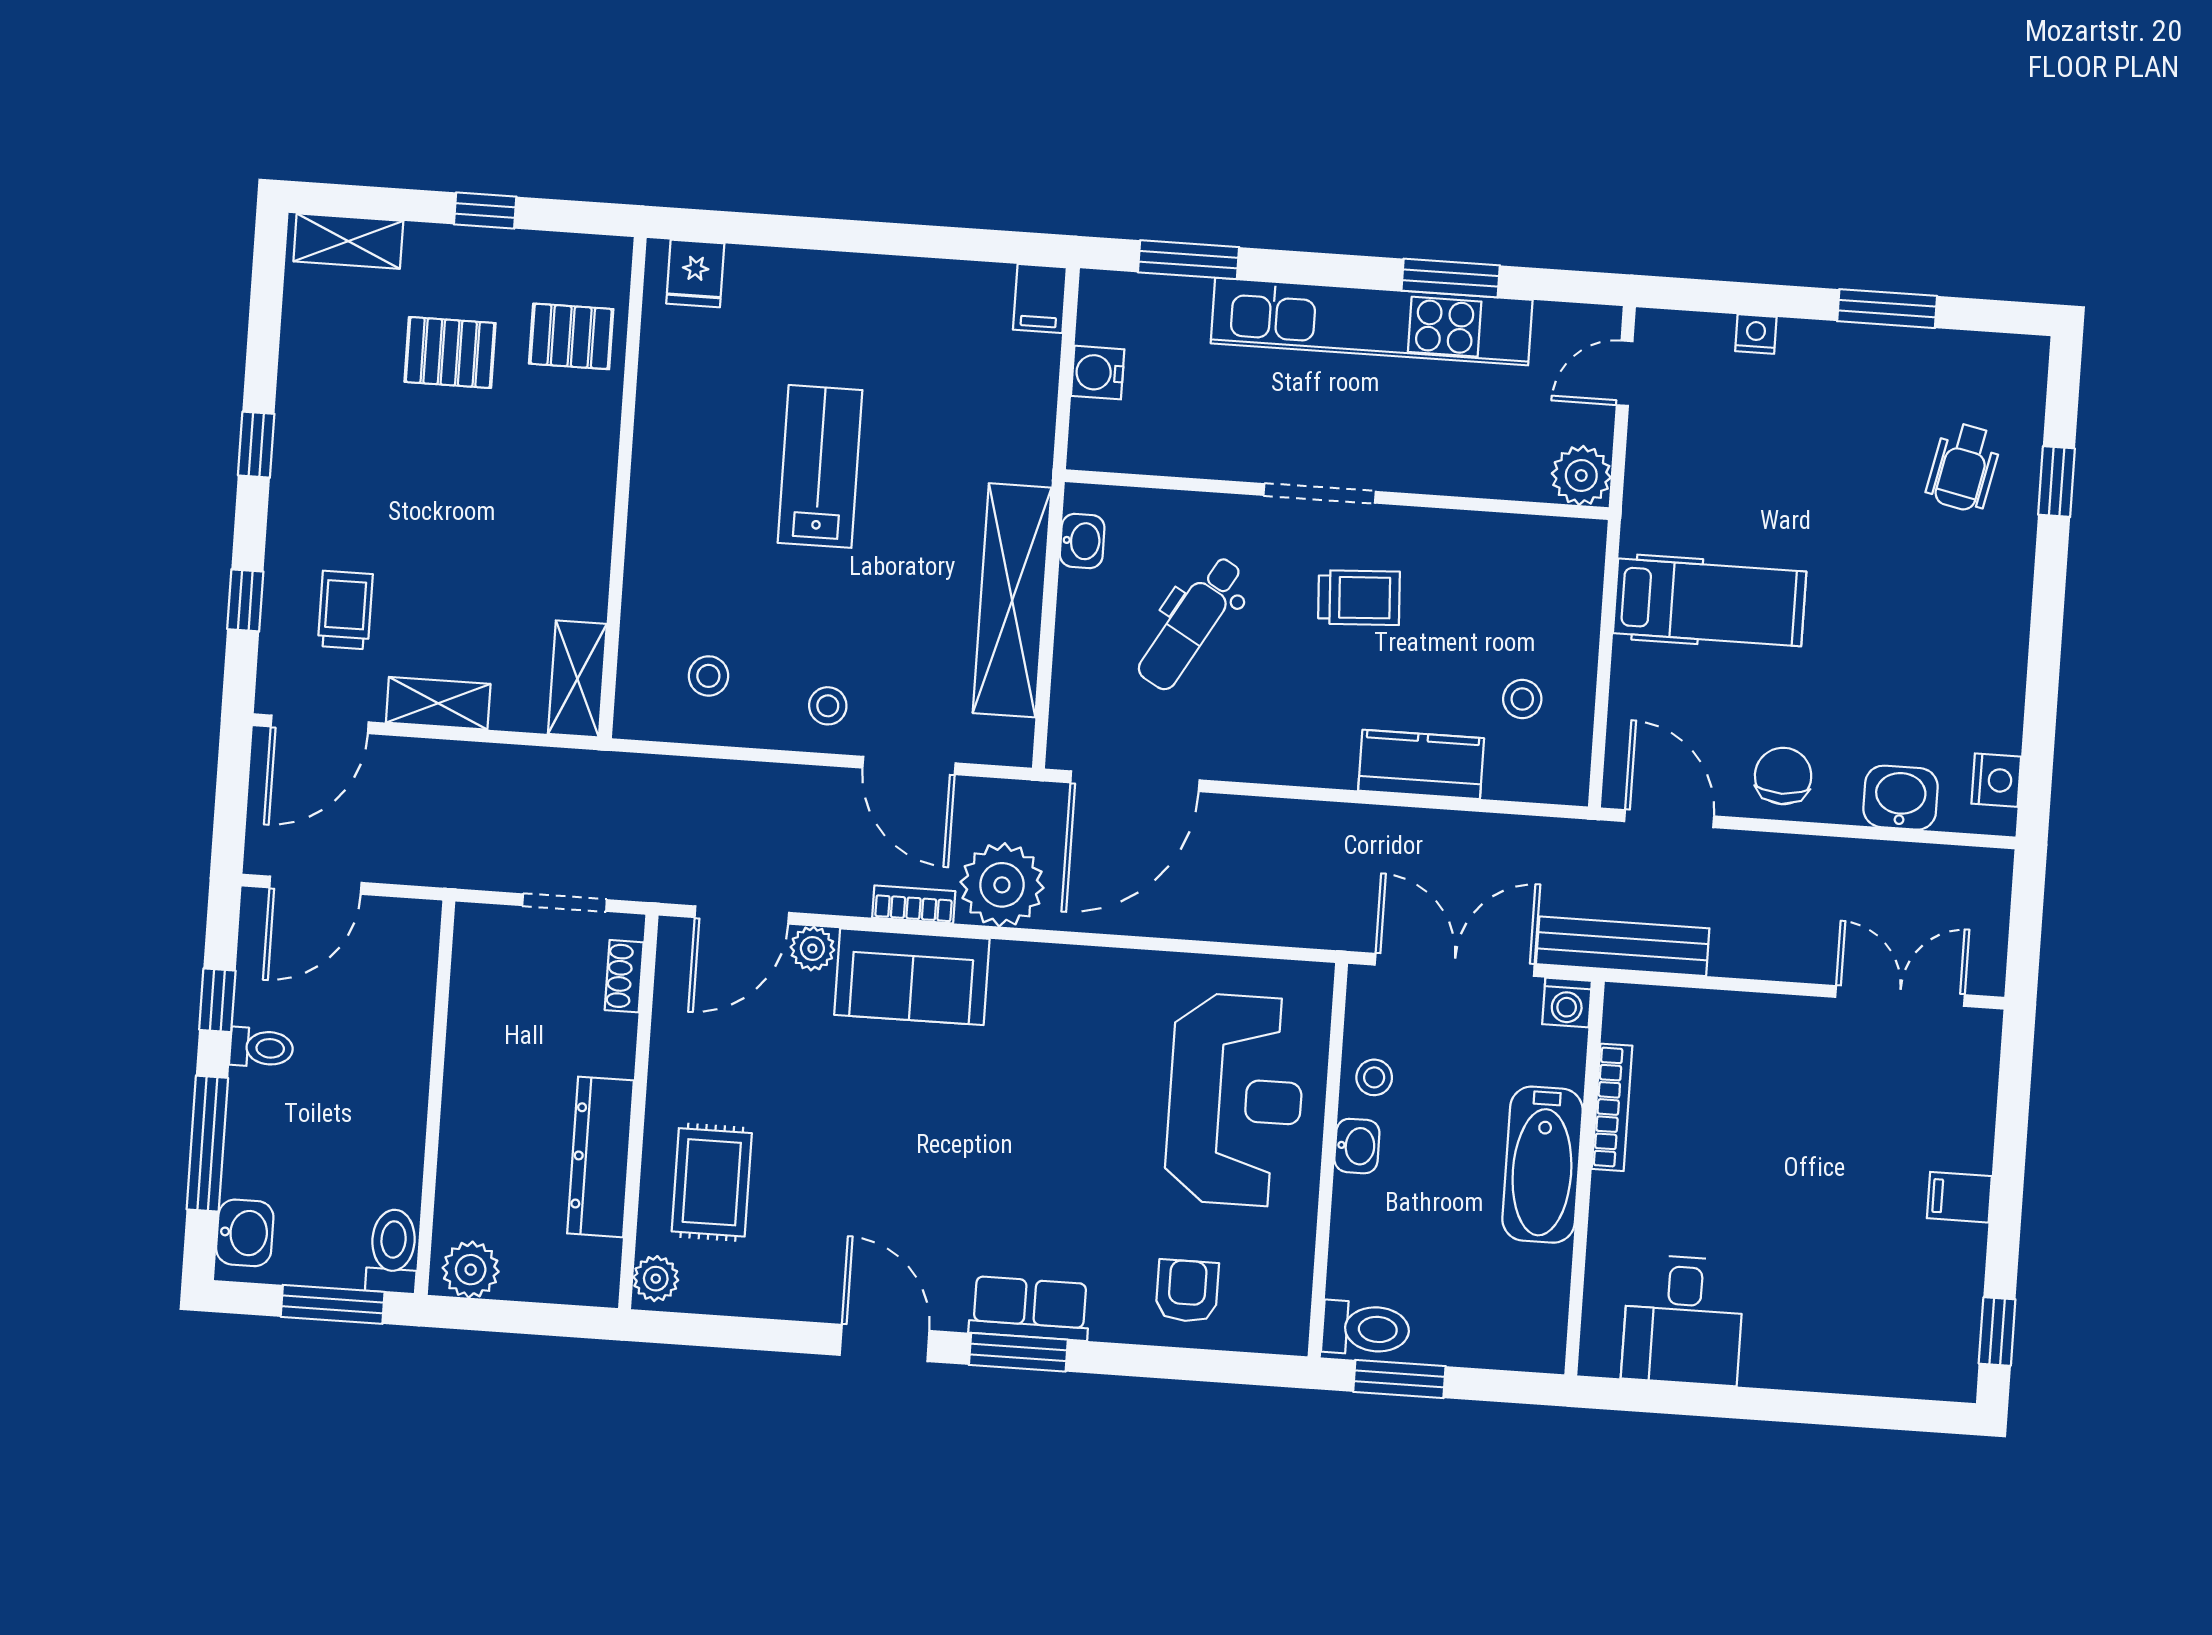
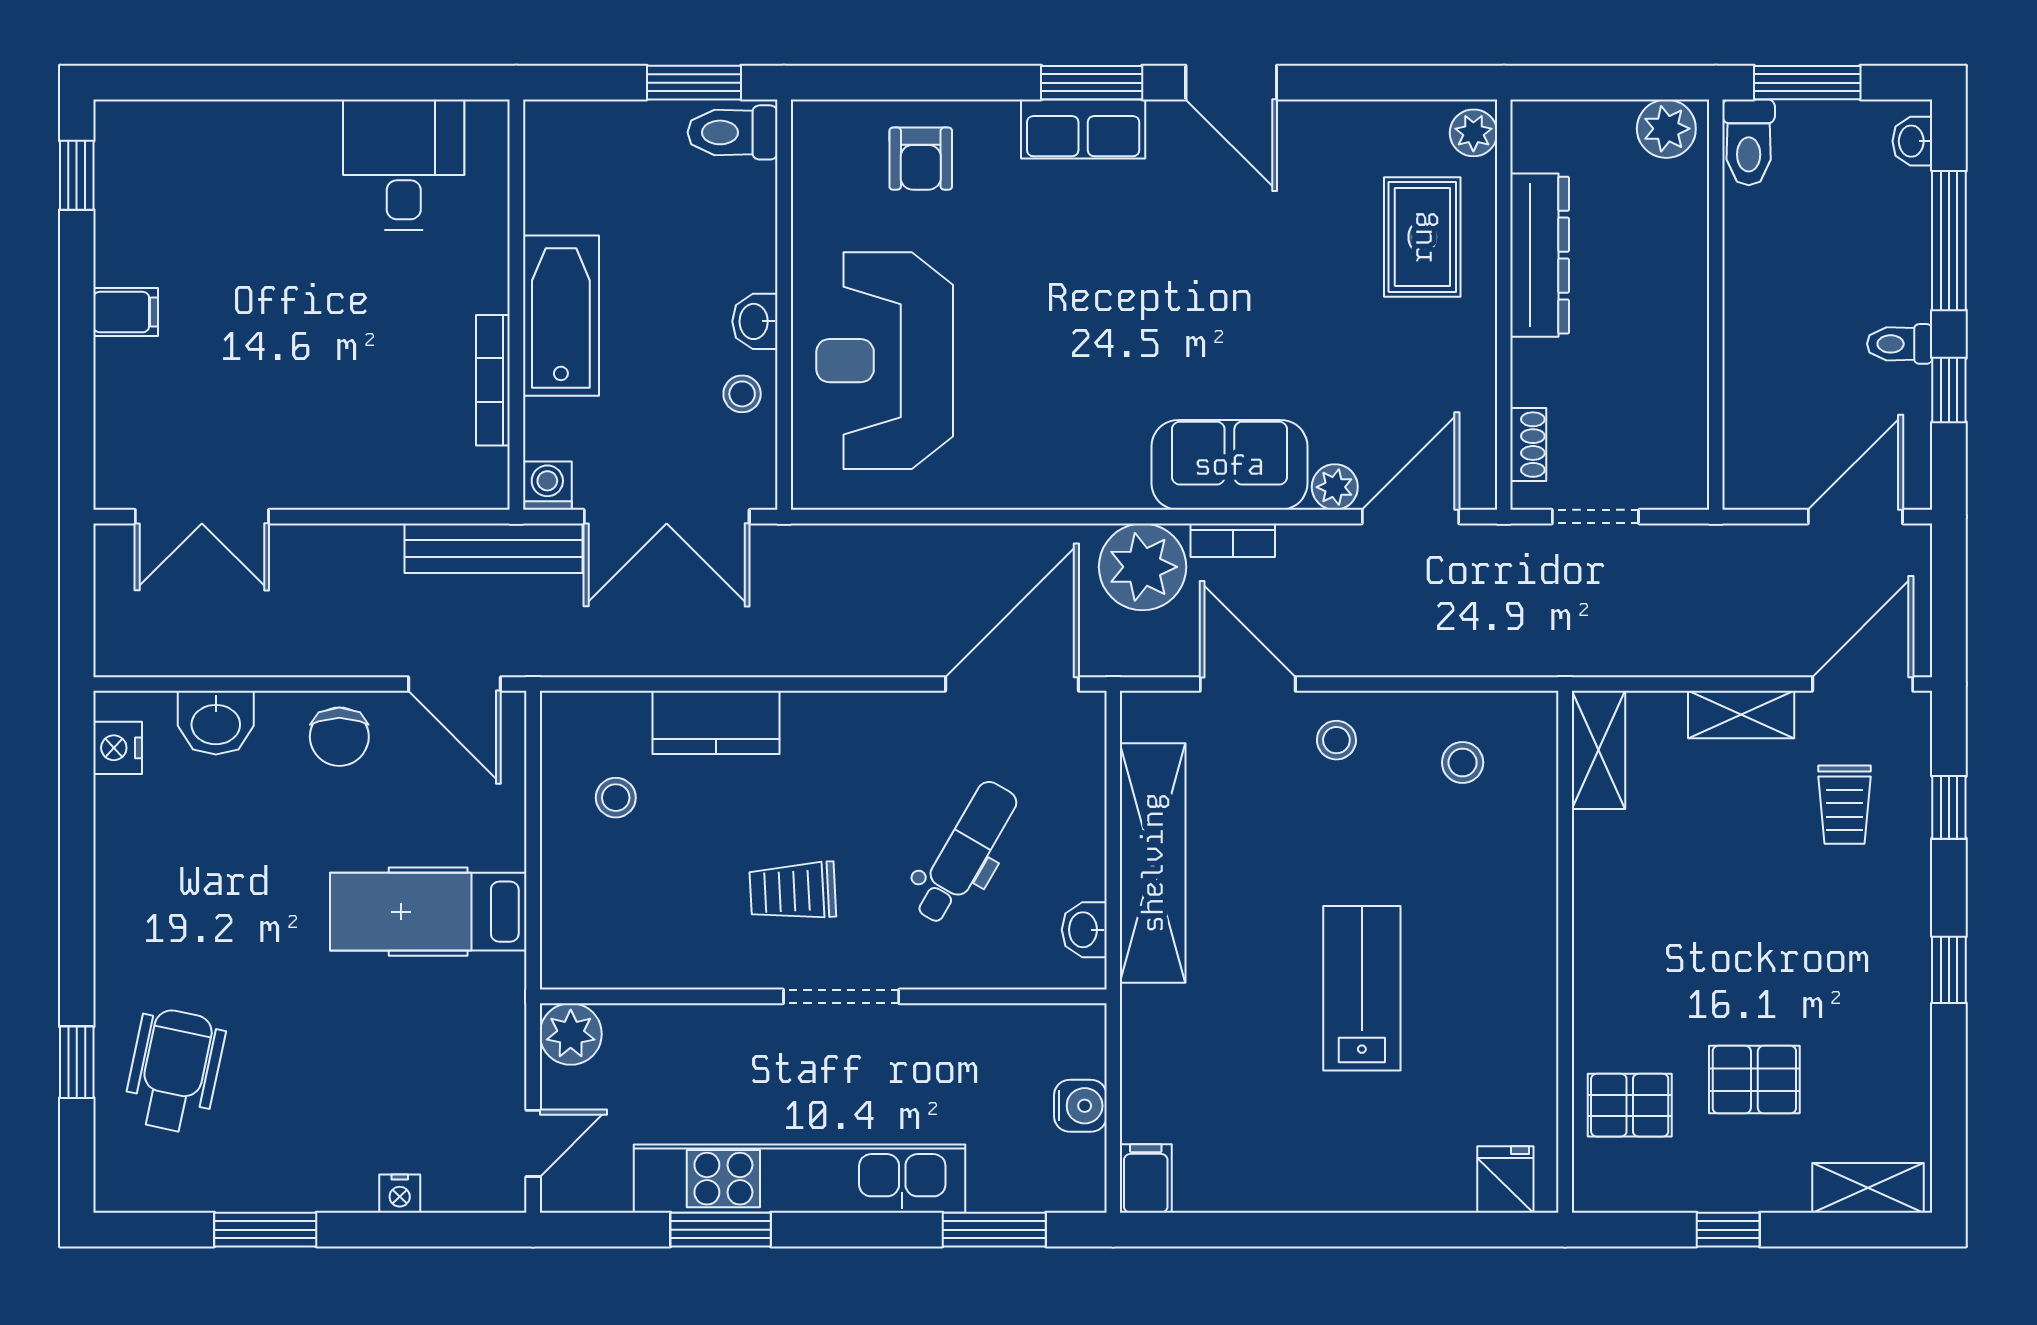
lab bench: (820, 466) -> (1362, 988), turned 180
wheelchair: (1964, 467) -> (174, 1071), width x1.36, depth x1.37
washbasin: (245, 1233) -> (1912, 141), width x0.72, depth x0.69

